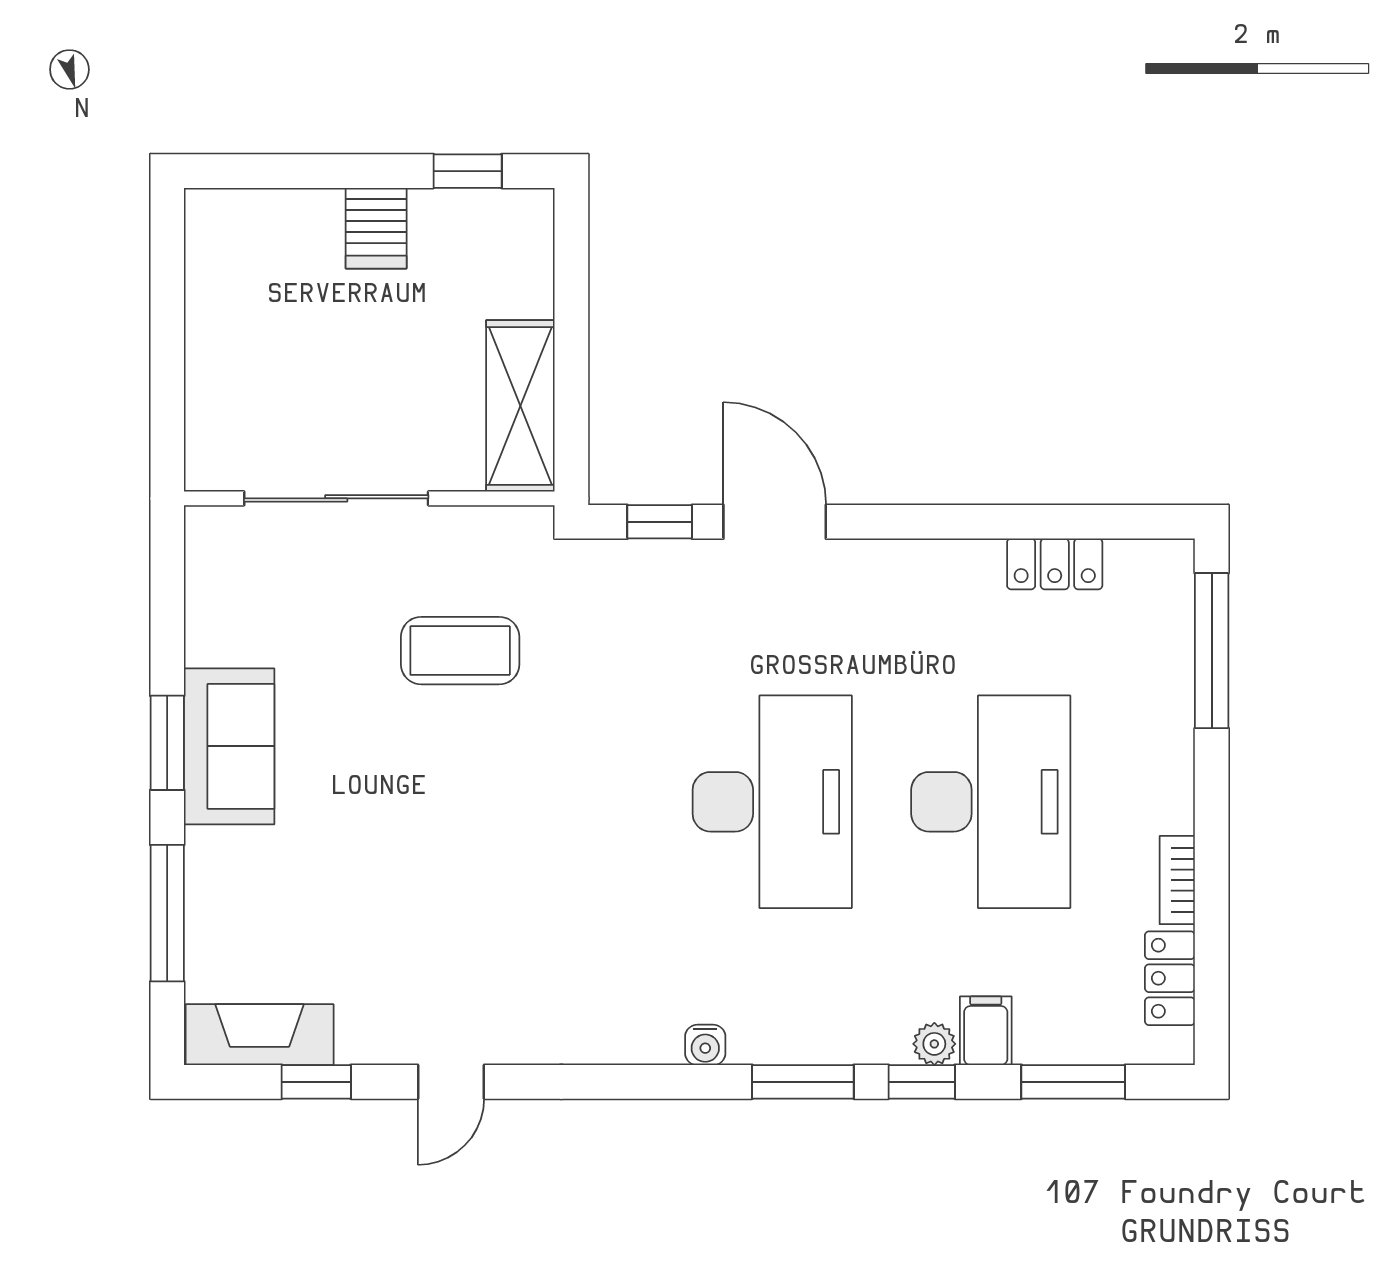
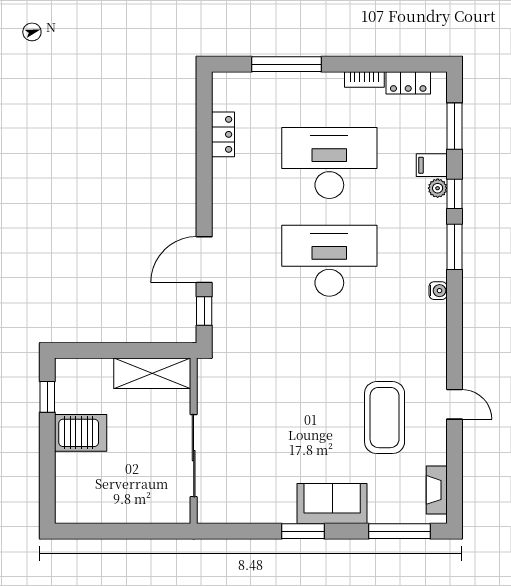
server rack: (376, 228) -> (81, 433), width x1.36, depth x1.44
coffee table: (460, 651) -> (385, 418), moved, width x1.36, depth x1.32
window: (1212, 651) -> (286, 64), moved
sofa: (229, 746) -> (332, 504), moved
window: (167, 913) -> (399, 531), moved
fireplace: (260, 1035) -> (437, 490), width x0.73, depth x0.76
window: (316, 1082) -> (455, 465), removed

